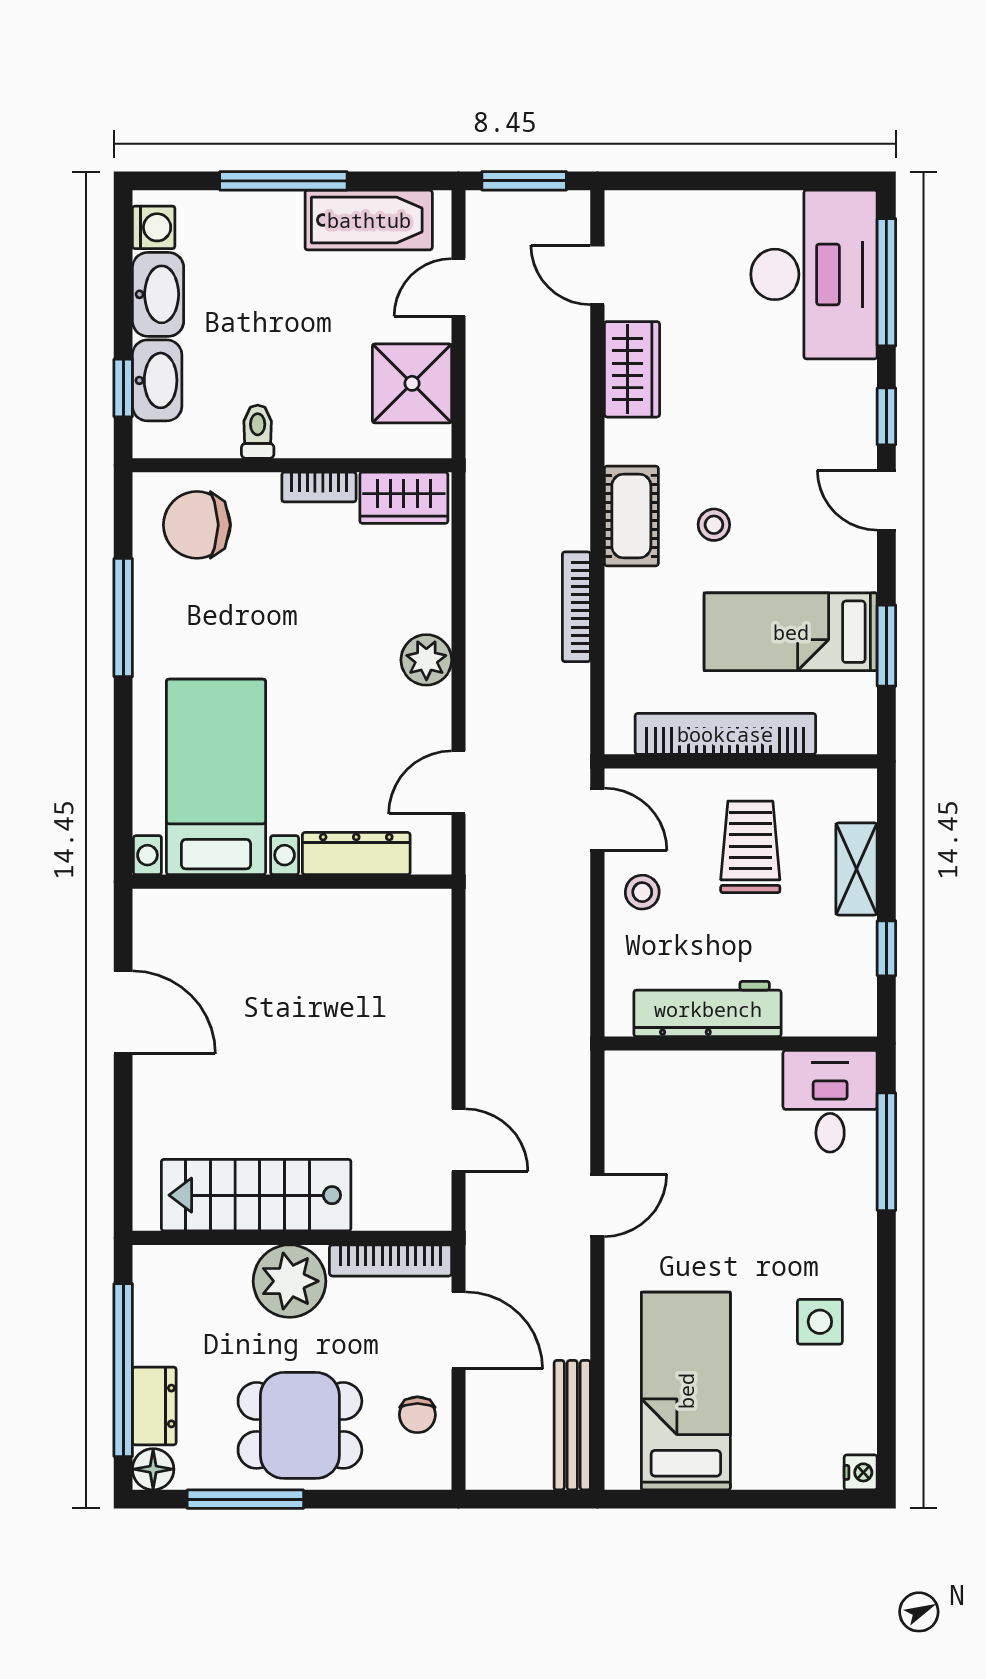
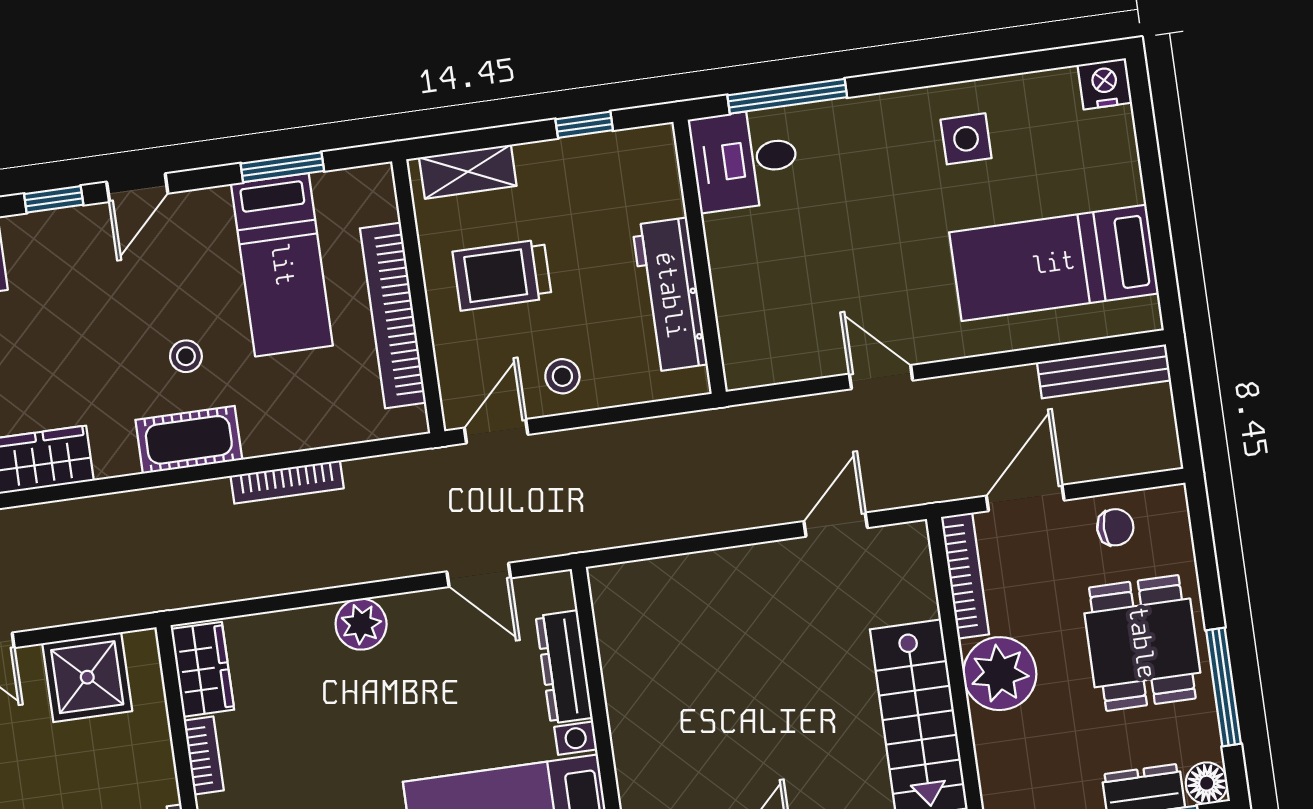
shelving: (856, 869) -> (468, 172), moved
nightstand: (861, 1472) -> (1105, 84), width x1.39, depth x1.35

